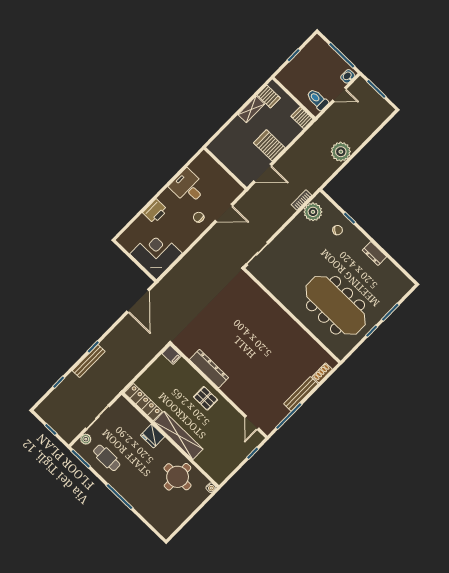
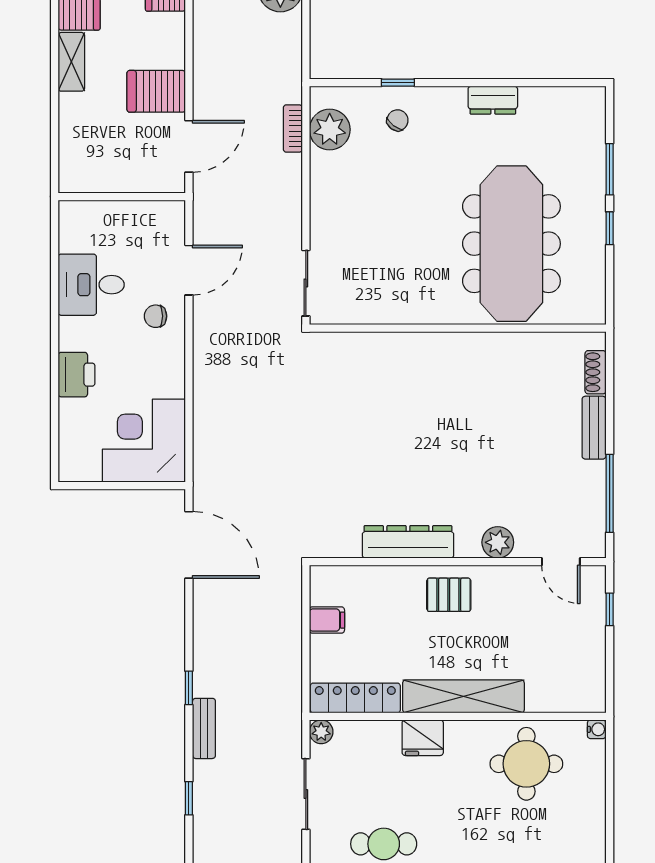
meeting table: (336, 305) -> (511, 244), turned 90
filing cabinet: (172, 355) -> (327, 620), moved
bench: (89, 361) -> (204, 728), width x0.73
bench: (301, 394) -> (594, 428), width x0.73
plant: (238, 397) -> (498, 542), added
plant: (86, 439) -> (321, 732), moved

